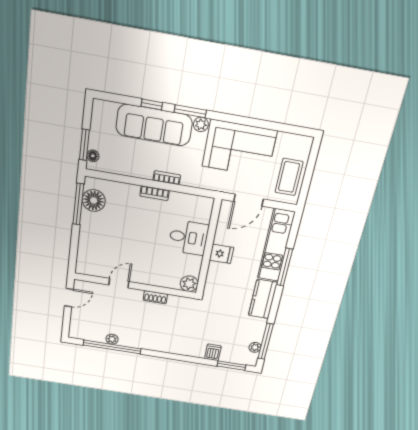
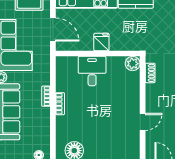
door: (119, 283) -> (143, 122), swing flipped
shoe rack: (155, 297) -> (150, 73), moved

